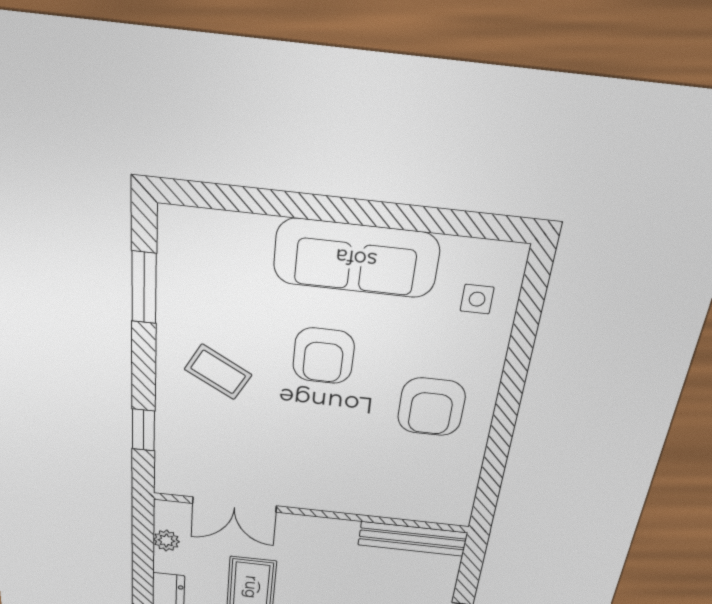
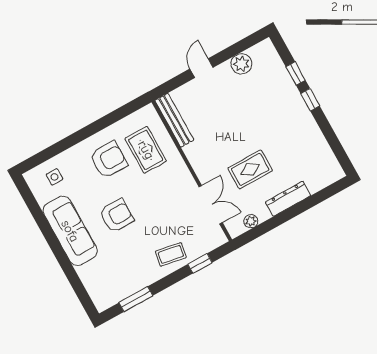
coffee table: (218, 372) -> (171, 254), moved, turned 71
rug: (400, 471) -> (146, 150), added

